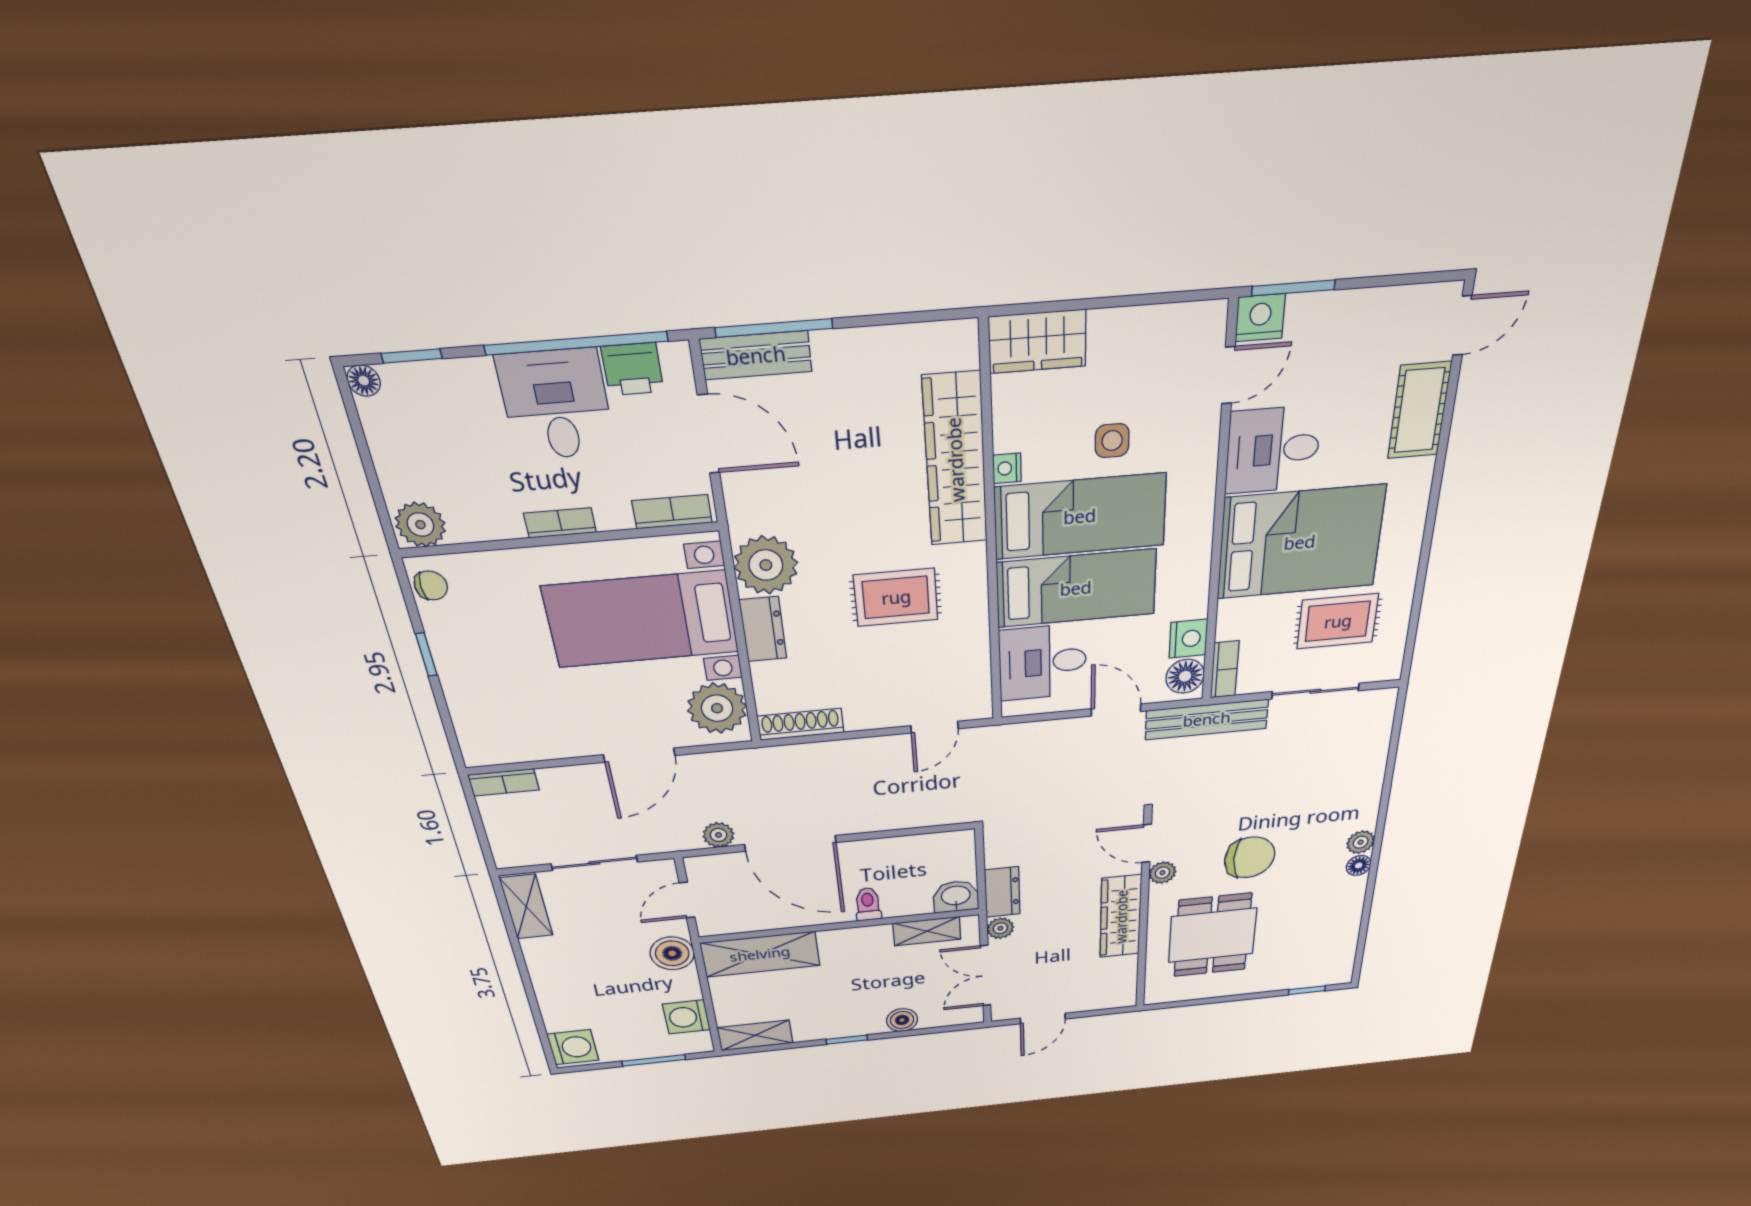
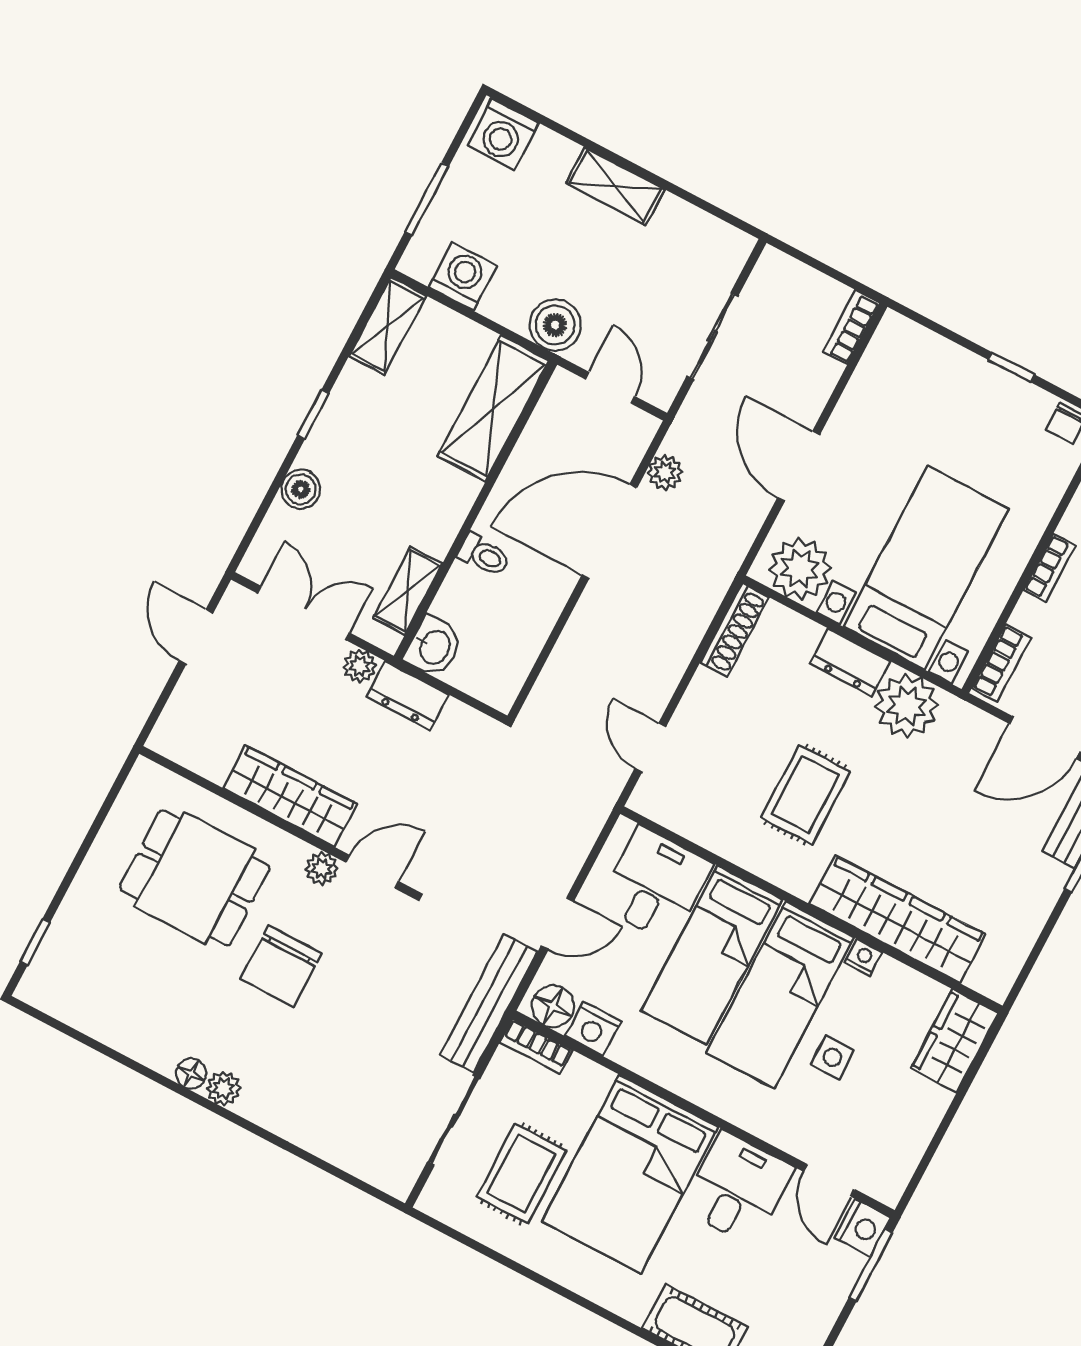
shelving: (526, 907) -> (615, 186), moved

